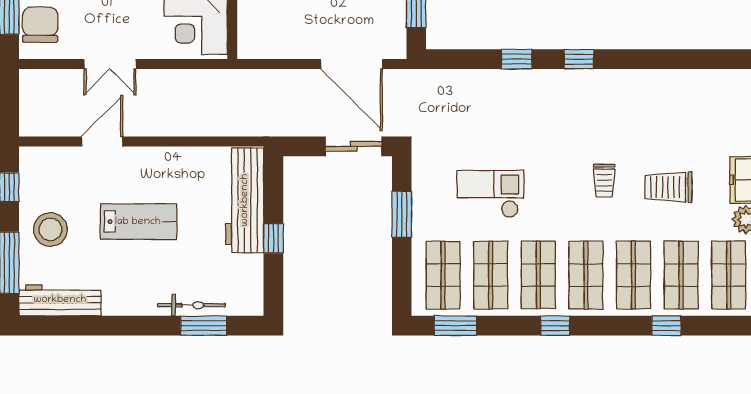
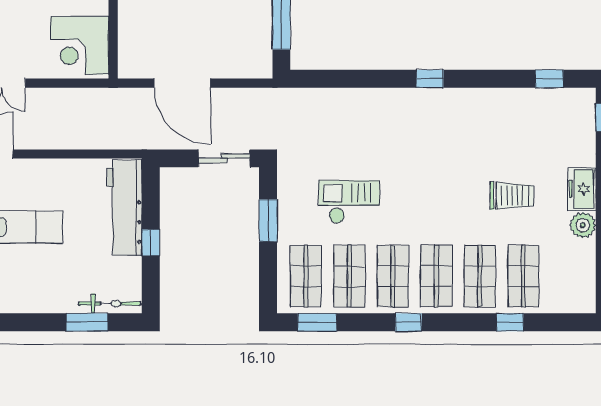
window: (517, 59) -> (549, 79), moved
door: (352, 64) -> (182, 83), moved
trolley: (604, 181) -> (453, 190), removed
trolley: (668, 187) -> (512, 196), turned 180
shop shelf: (729, 275) -> (567, 276), removed
bicycle: (191, 305) -> (110, 304), moved

